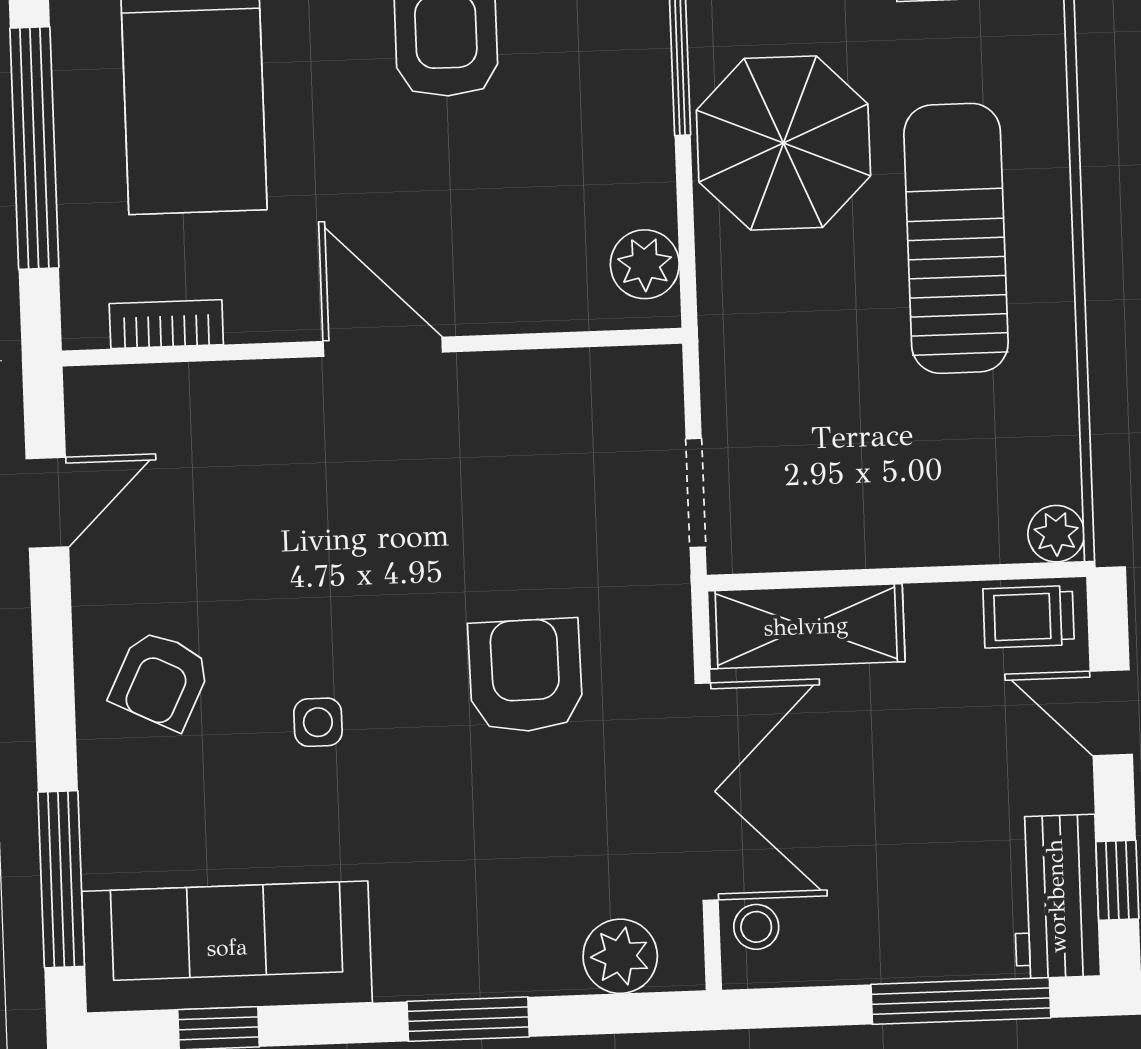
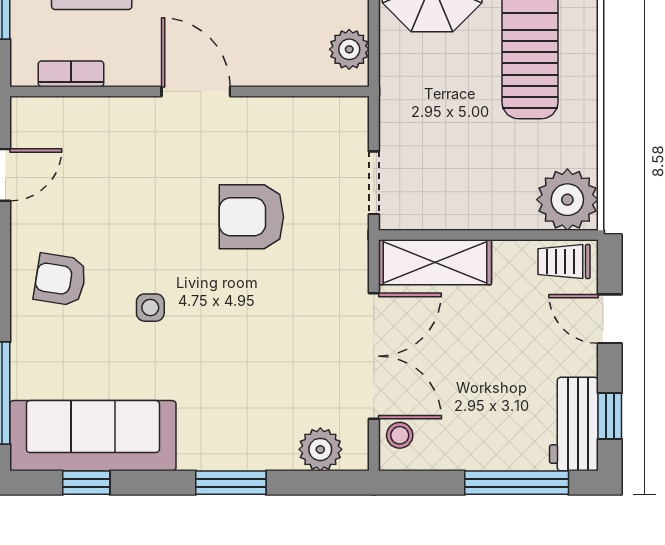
plant: (1056, 534) -> (567, 200), width x1.88, depth x1.88
armchair: (526, 676) -> (251, 217), moved, turned -89
armchair: (161, 680) -> (60, 280), turned 73

